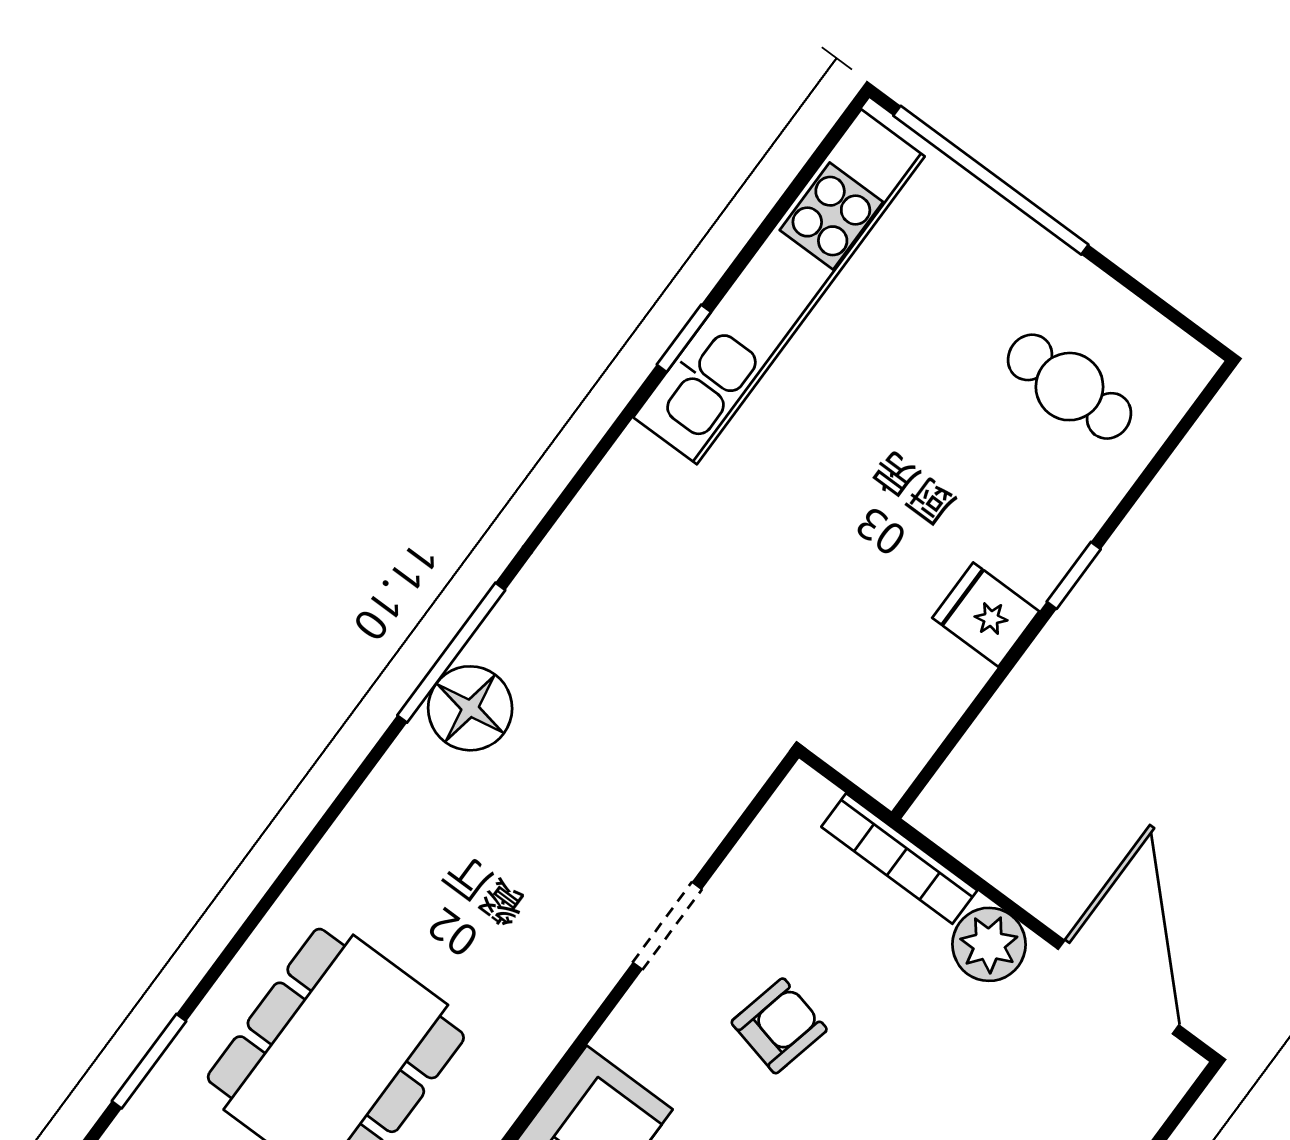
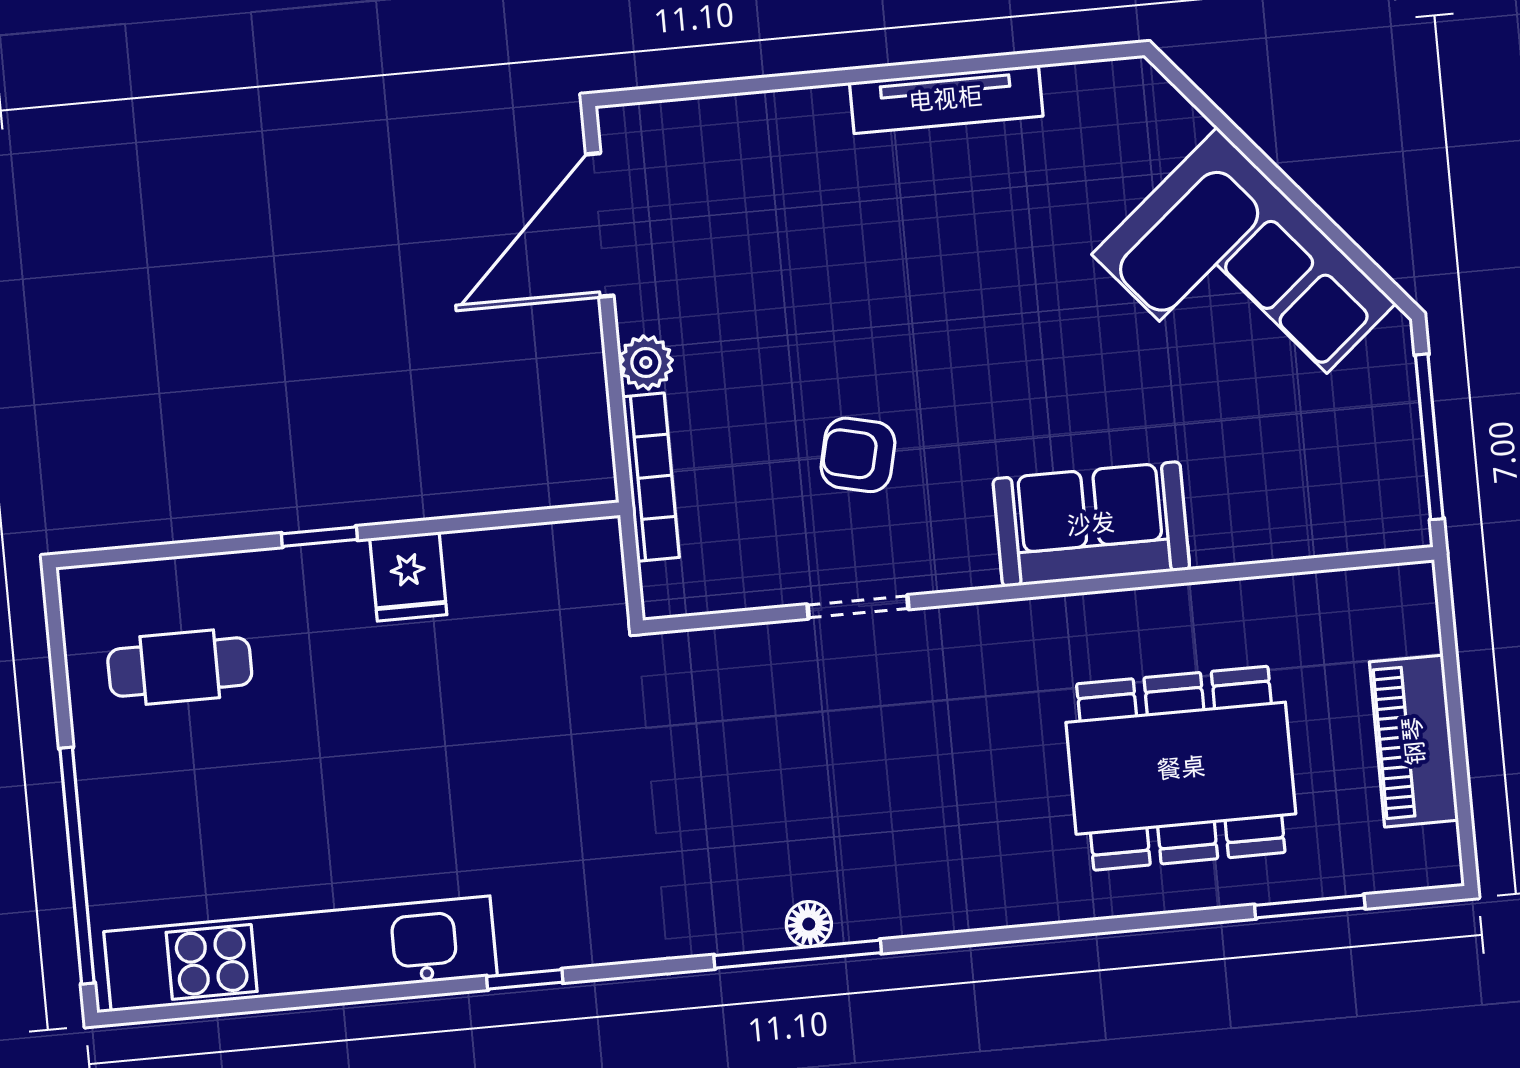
window: (684, 338) -> (525, 979), moved
cafe table: (1069, 387) -> (180, 667), turned 90
floor lamp: (470, 708) -> (809, 924), width x0.53, depth x0.53
plant: (989, 944) -> (646, 362), width x0.73, depth x0.73

